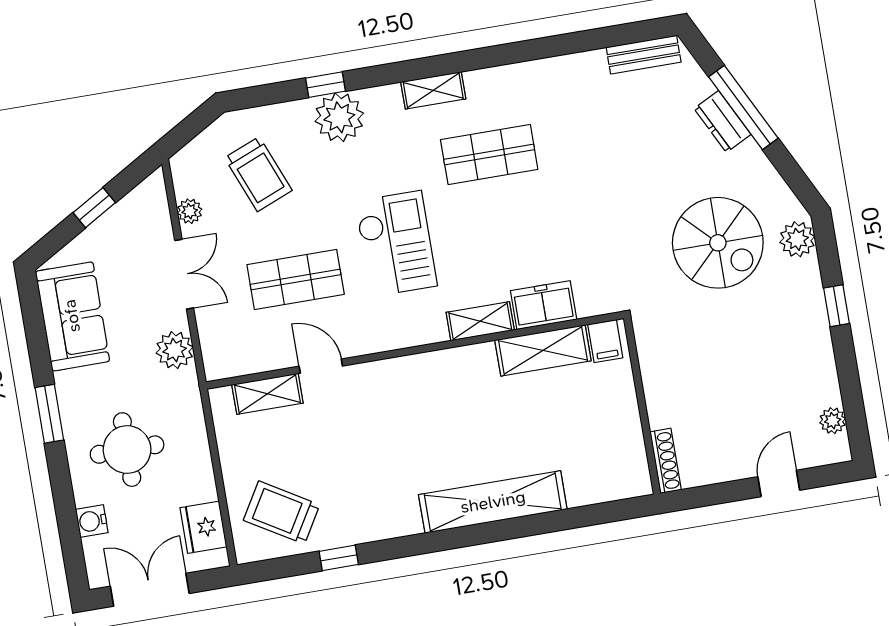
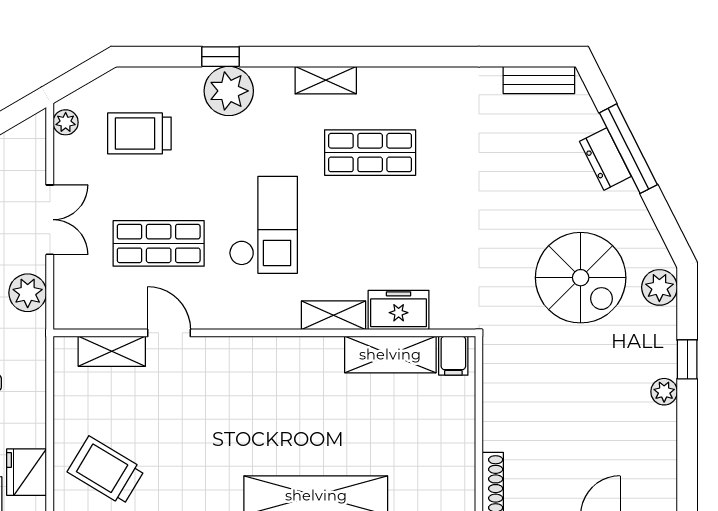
trolley: (258, 174) -> (139, 133), turned 112
plant: (190, 211) -> (66, 122), moved
plant: (833, 421) -> (664, 392), moved

